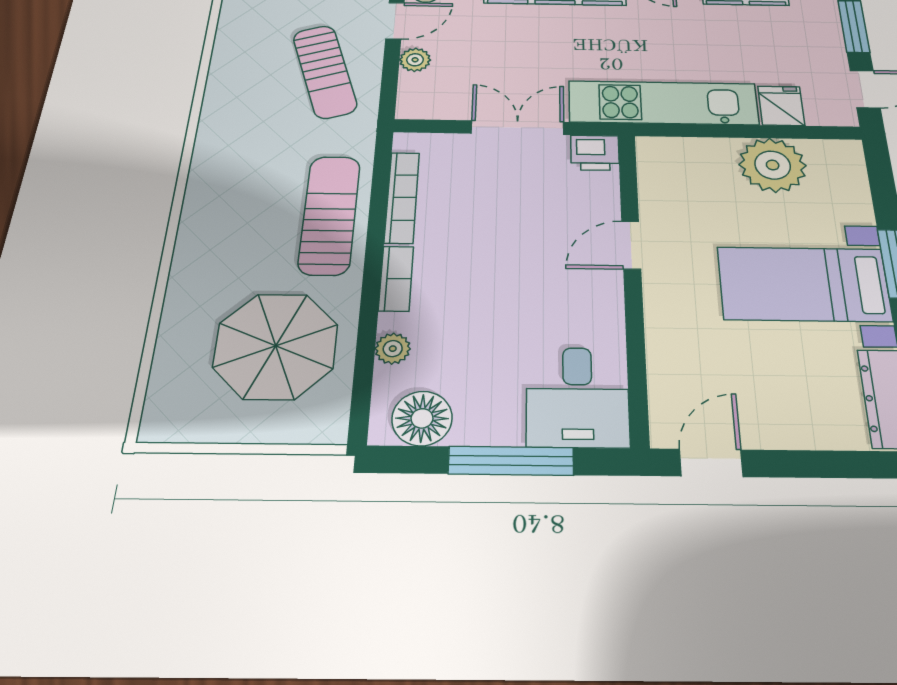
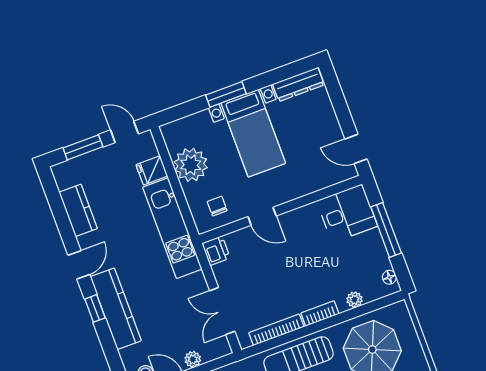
double door: (518, 128) -> (222, 311), moved
chair: (679, 181) -> (217, 206), added
floor lamp: (422, 418) -> (389, 277), width x0.53, depth x0.53

